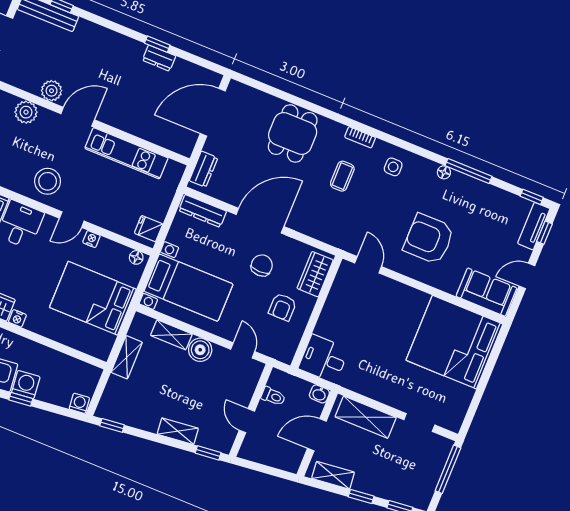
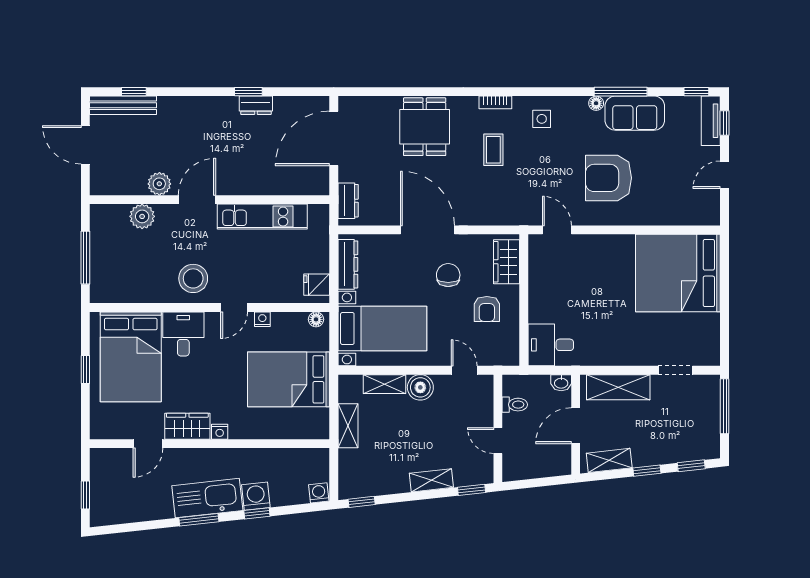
dresser: (203, 211) -> (348, 264), moved, turned -90
door: (260, 221) -> (427, 230), hinge flipped
sofa: (486, 292) -> (635, 113), moved, turned 180

